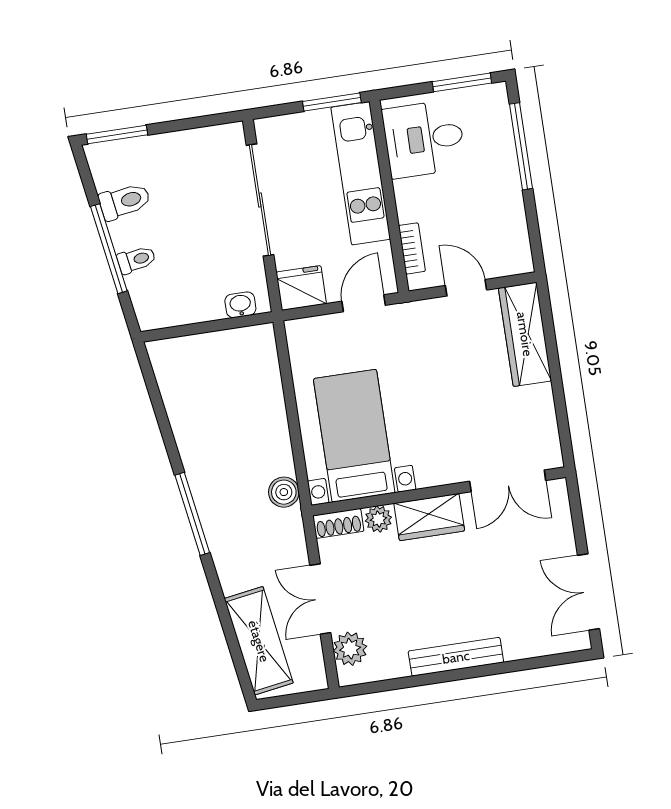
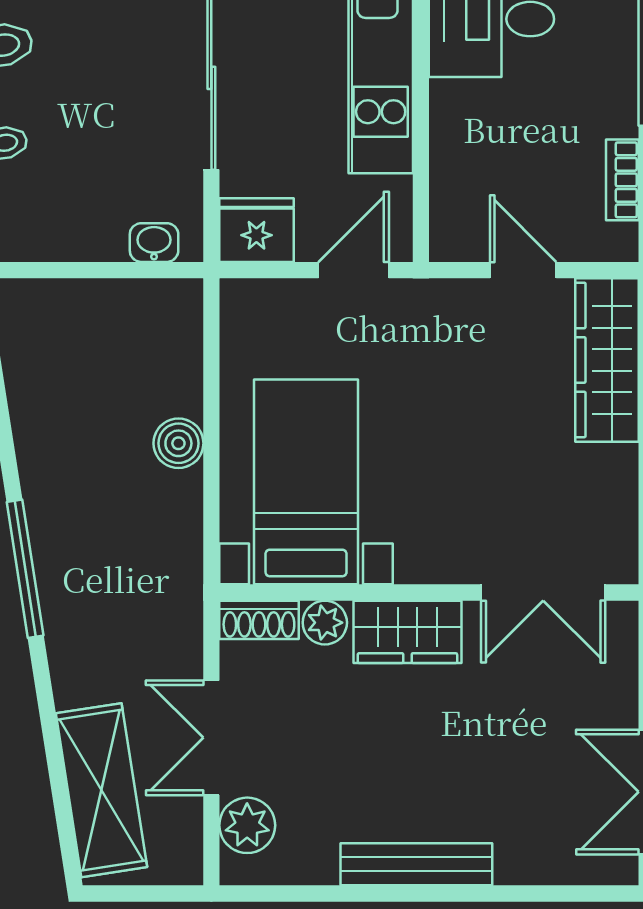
bookcase: (412, 248) -> (622, 180), moved, turned 180
boiler: (284, 492) -> (178, 443), moved

